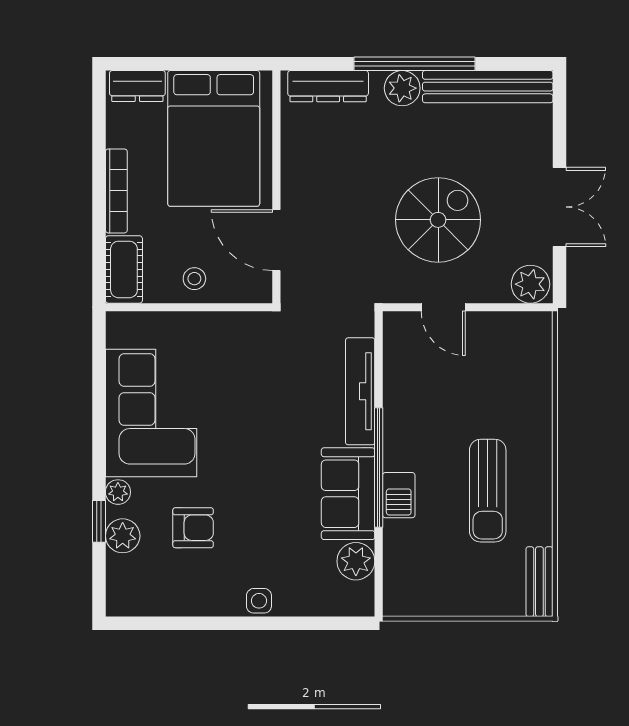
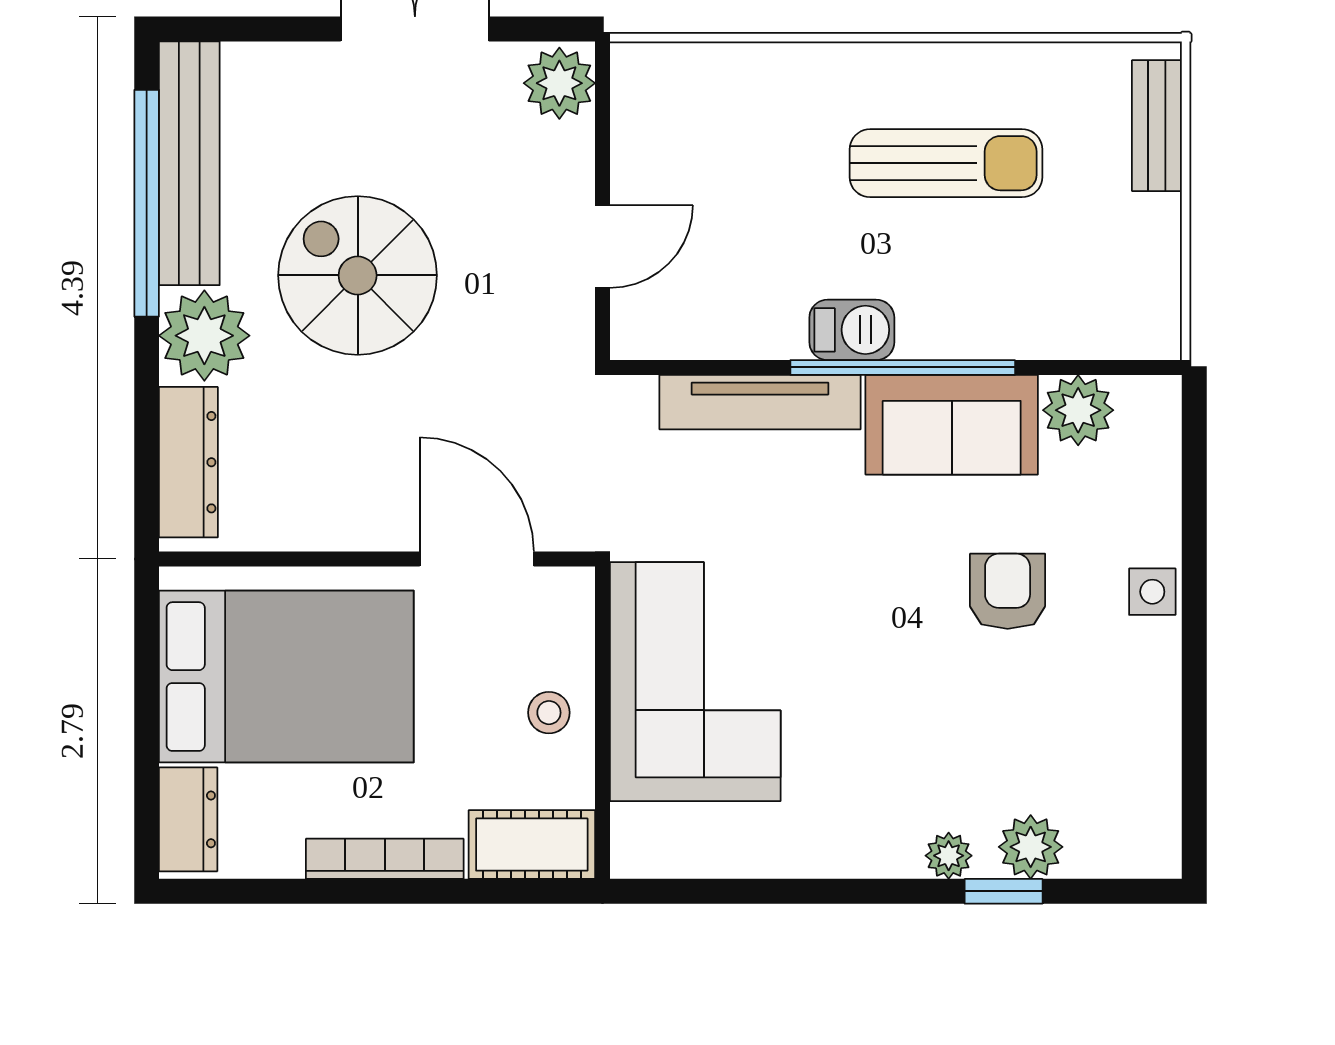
window: (414, 64) -> (147, 203), moved
plant: (402, 88) -> (204, 336), width x1.36, depth x1.36
spiral stairs: (438, 220) -> (358, 275), moved
door: (276, 240) -> (477, 559), swing flipped
corner sofa: (151, 413) -> (695, 682), moved, turned 90
barbecue: (399, 495) -> (852, 330), moved
armchair: (193, 528) -> (1008, 591), moved
bench: (539, 582) -> (1157, 126), moved, turned 90

